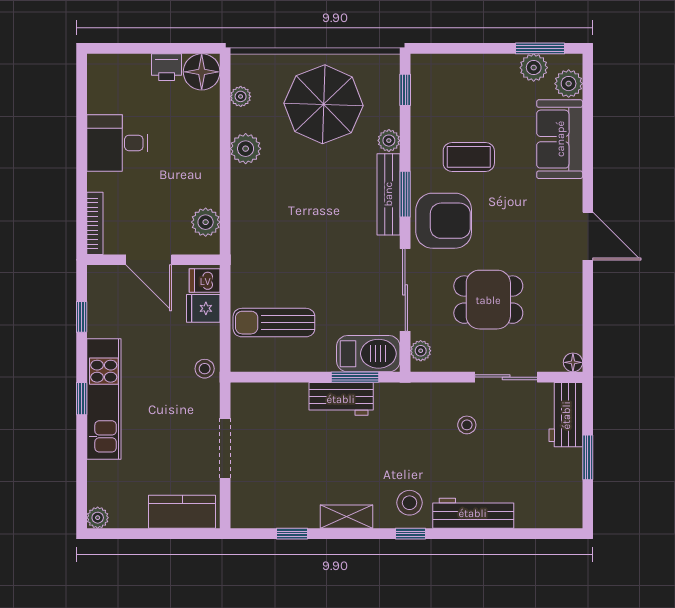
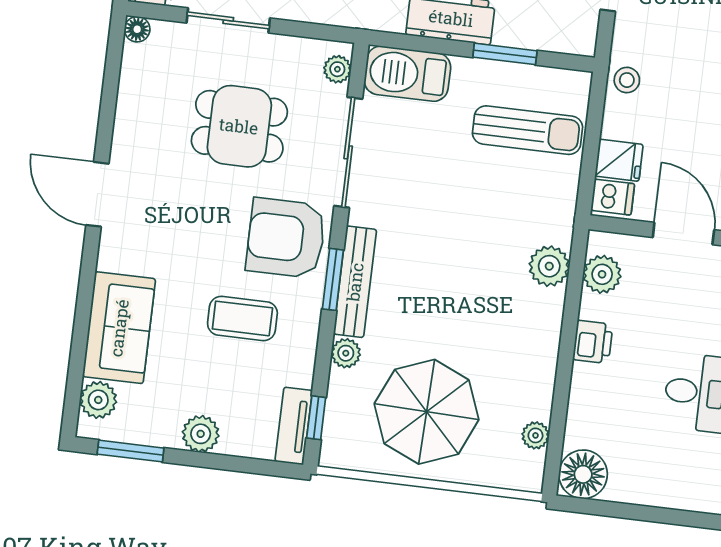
printer: (167, 67) -> (593, 342), moved, turned 90
plant: (534, 68) -> (201, 434), moved
tv unit: (421, 82) -> (294, 426), added
plant: (246, 149) -> (549, 266), moved
window: (355, 377) -> (505, 54), moved

